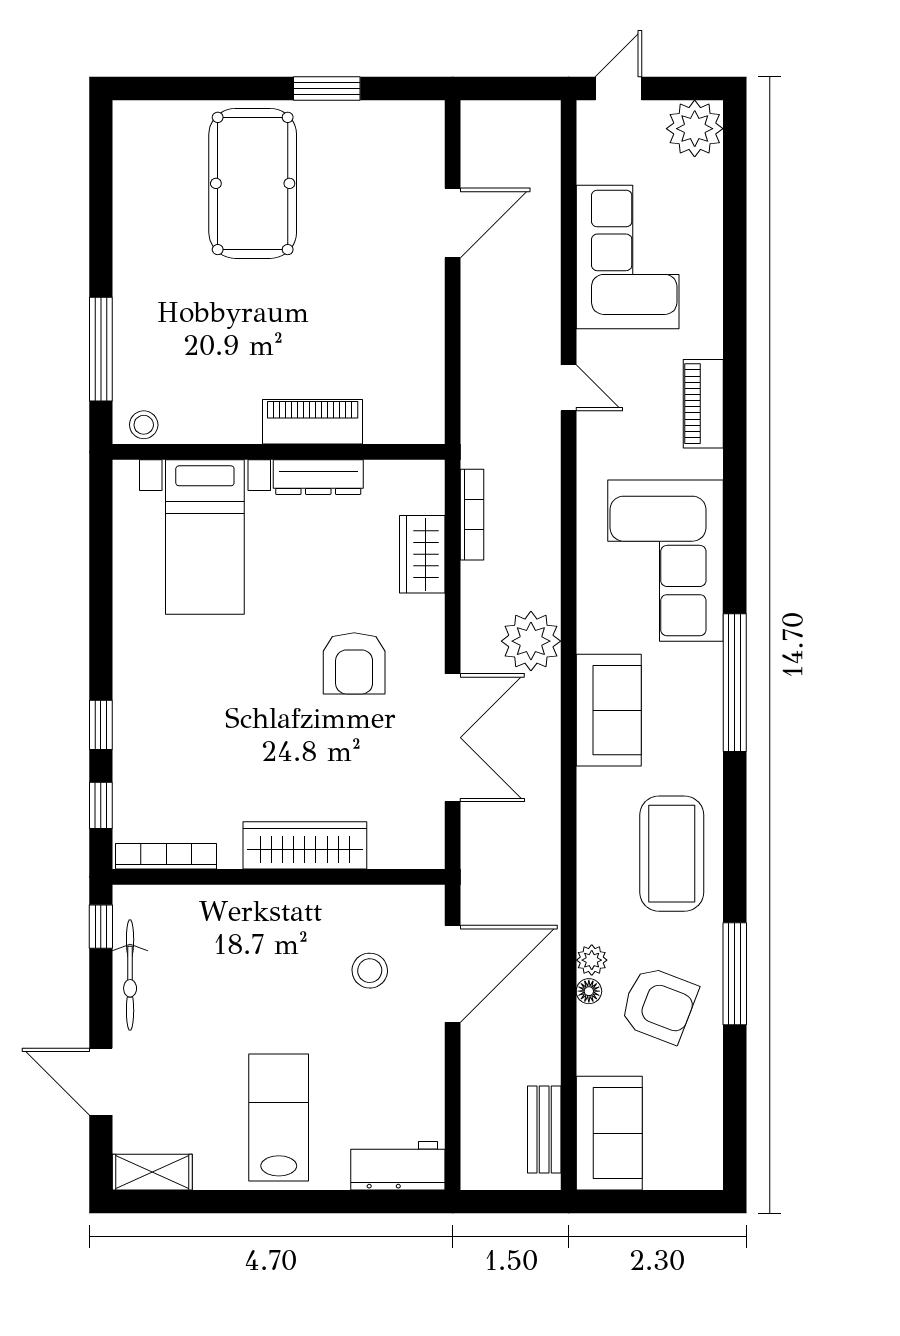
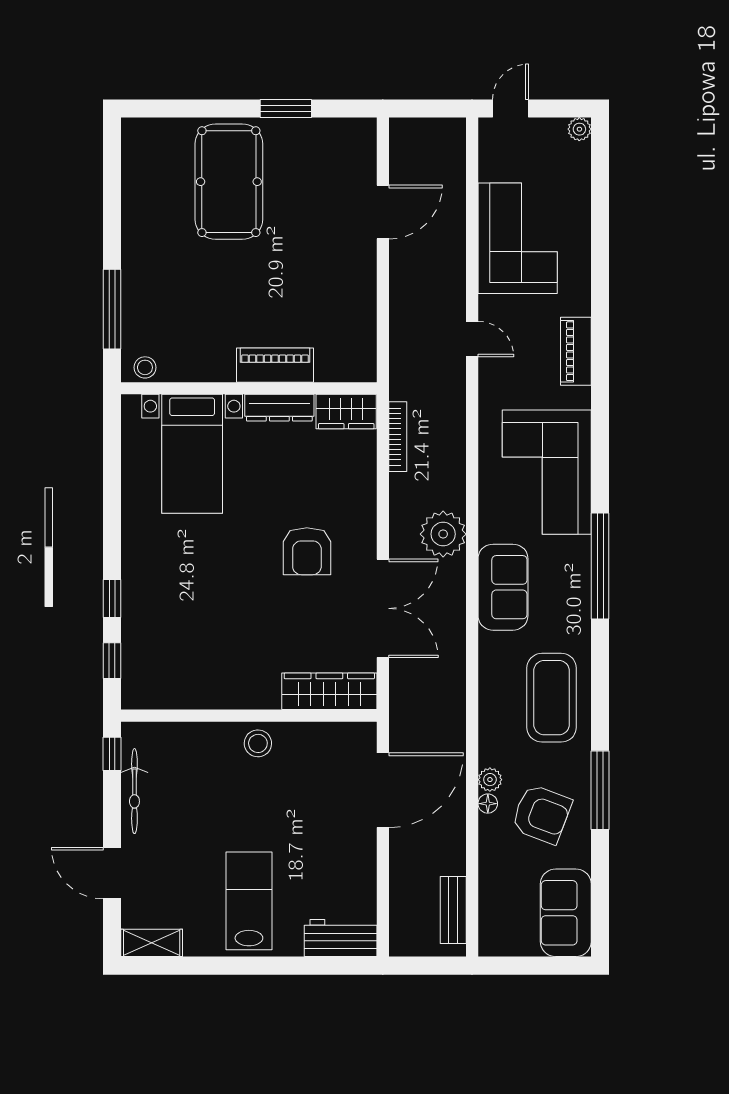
plant: (695, 129) -> (579, 129), width x0.53, depth x0.53
wardrobe: (422, 554) -> (346, 412), moved, turned -90
wardrobe: (305, 845) -> (329, 691), moved
bookcase: (166, 856) -> (162, 700), removed
stool: (370, 971) -> (258, 743), moved
sofa: (609, 1133) -> (566, 913), moved, turned 180

